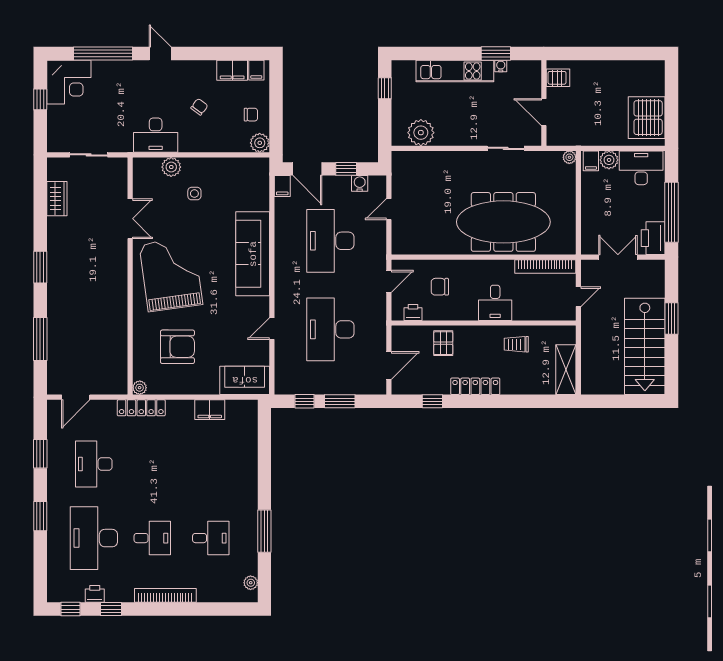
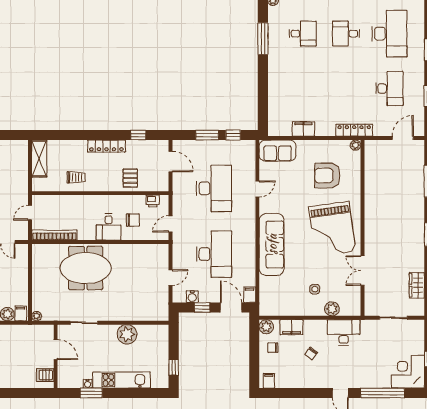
filing cabinet: (232, 70) -> (291, 327), moved, turned 180
plant: (421, 133) -> (127, 334), moved
meeting table: (503, 222) -> (86, 268), width x0.73
desk: (495, 303) -> (109, 227), moved, turned 180
door: (389, 366) -> (171, 162), swing flipped
desk: (211, 538) -> (303, 34), turned 180

